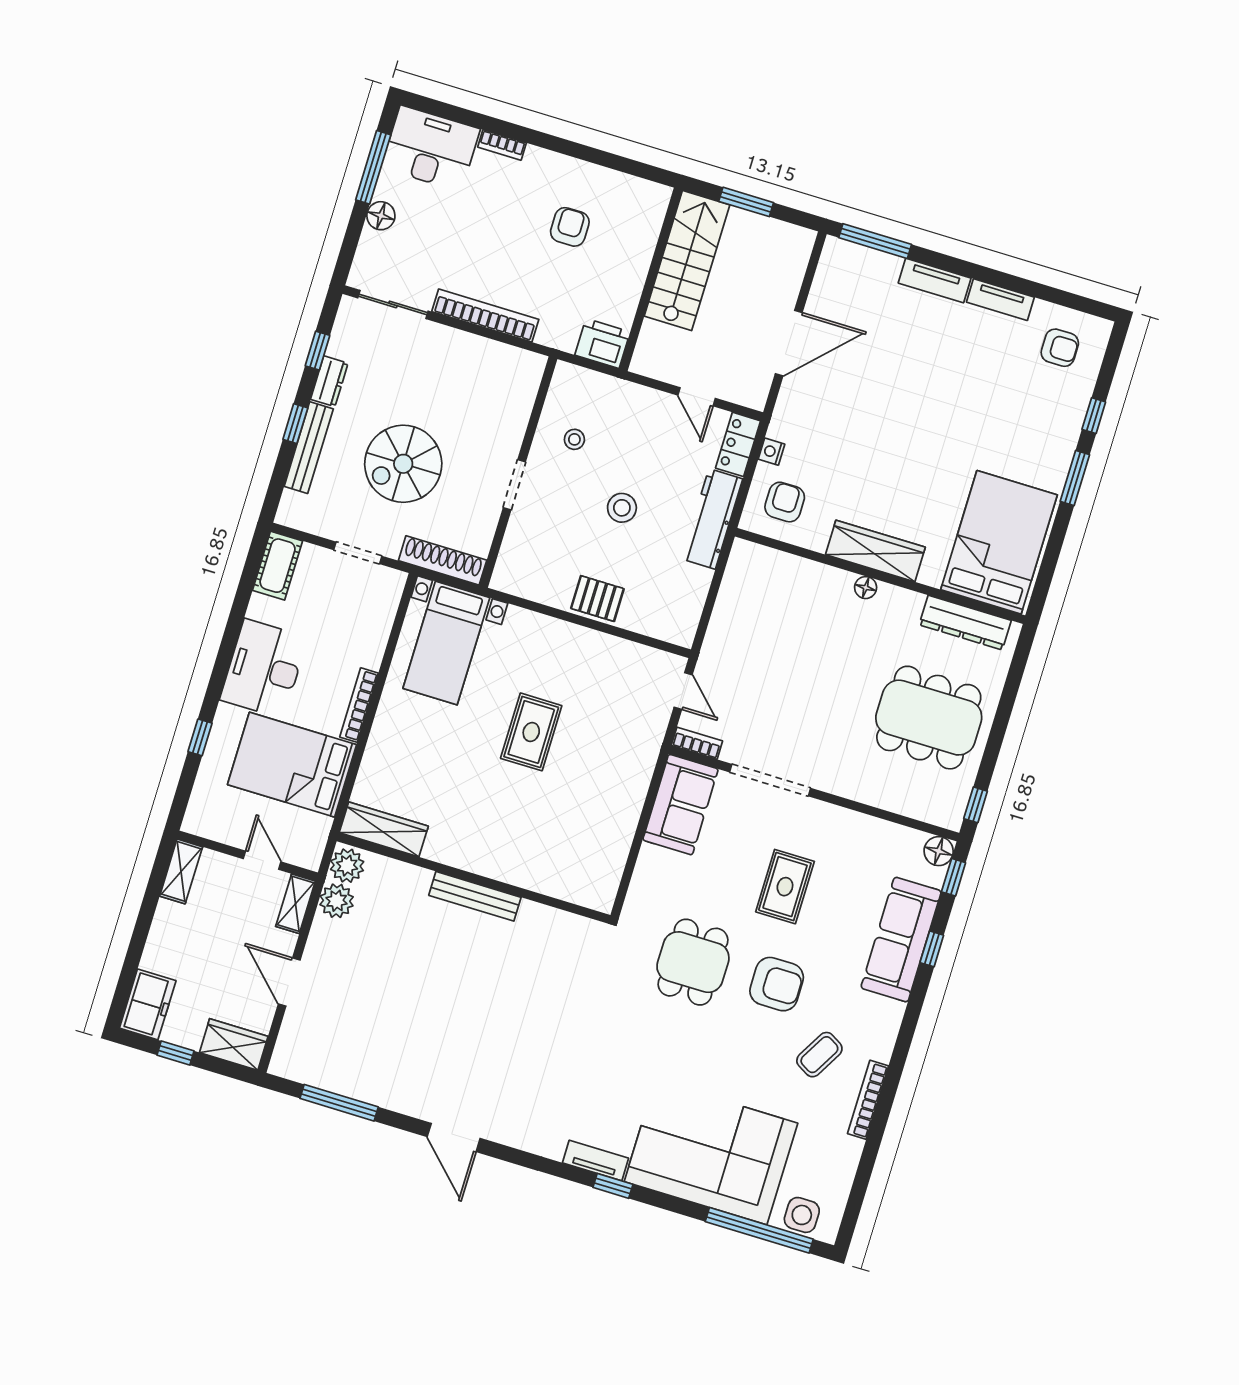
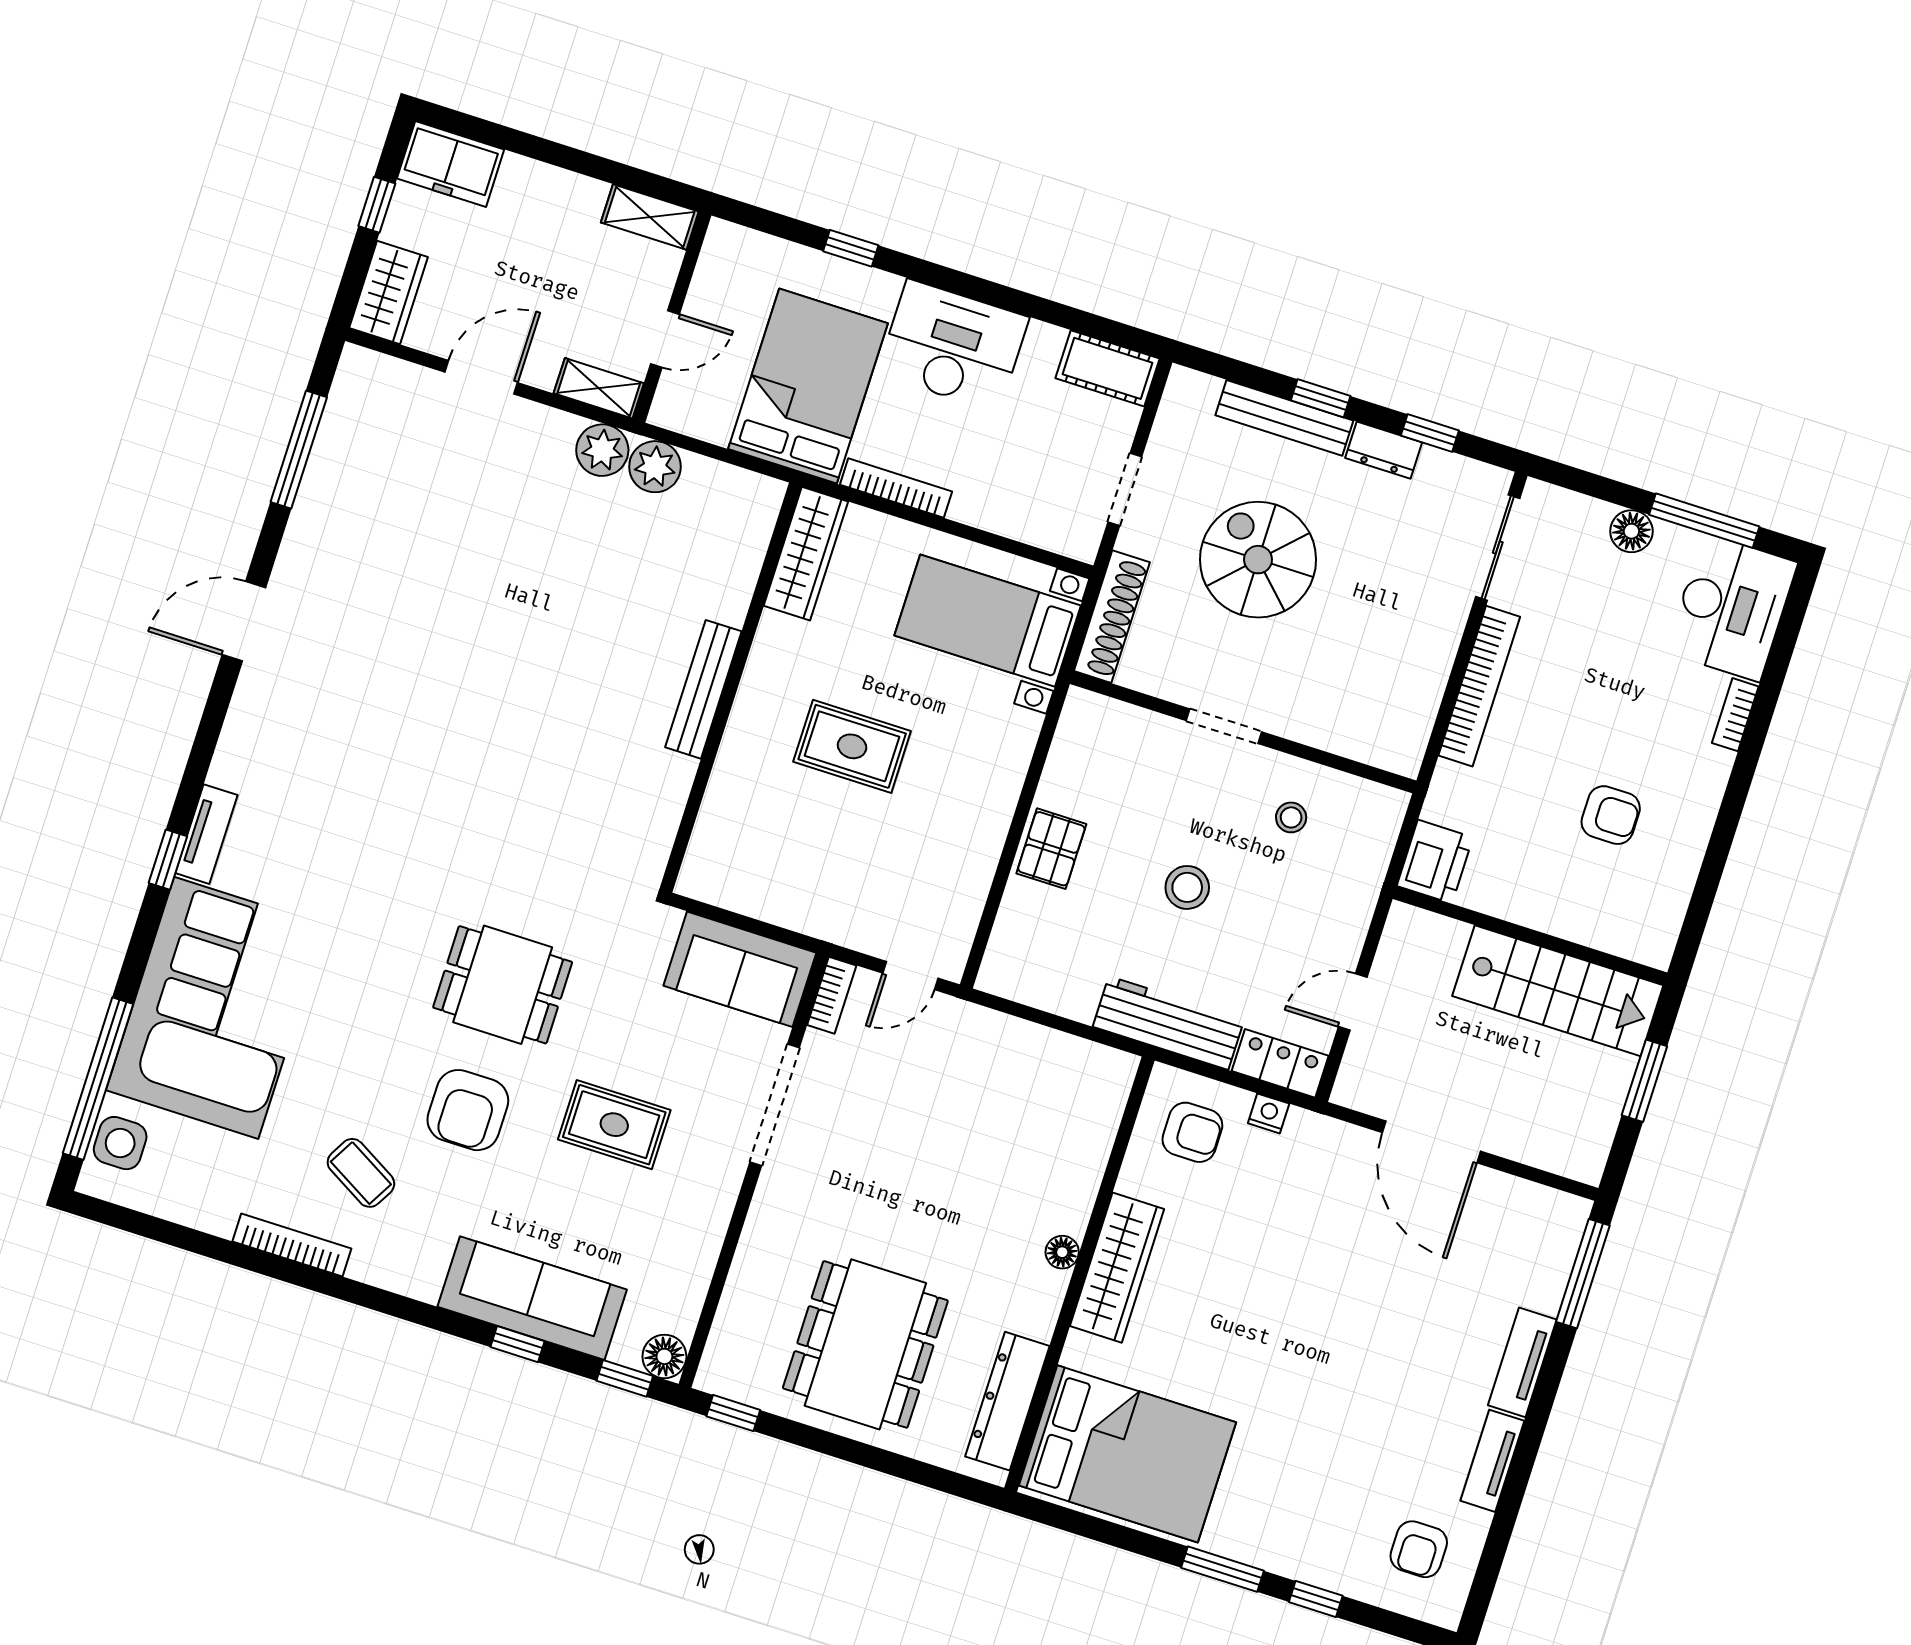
wardrobe: (384, 829) -> (806, 554), moved
wall: (474, 878) -> (731, 688), moved
bench: (475, 896) -> (703, 689), moved

